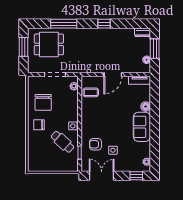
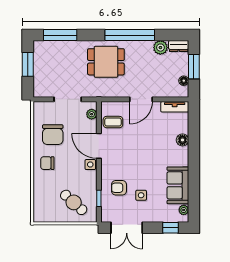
window: (64, 24) -> (60, 35), moved
window: (104, 24) -> (130, 35), width x3.17
plant: (128, 34) -> (160, 48), added
dining table: (49, 44) -> (106, 62), moved
door: (80, 111) -> (99, 146), added
sofa: (142, 127) -> (178, 185), moved
cafe table: (63, 142) -> (74, 202), moved
double door: (102, 176) -> (127, 228), swing flipped

